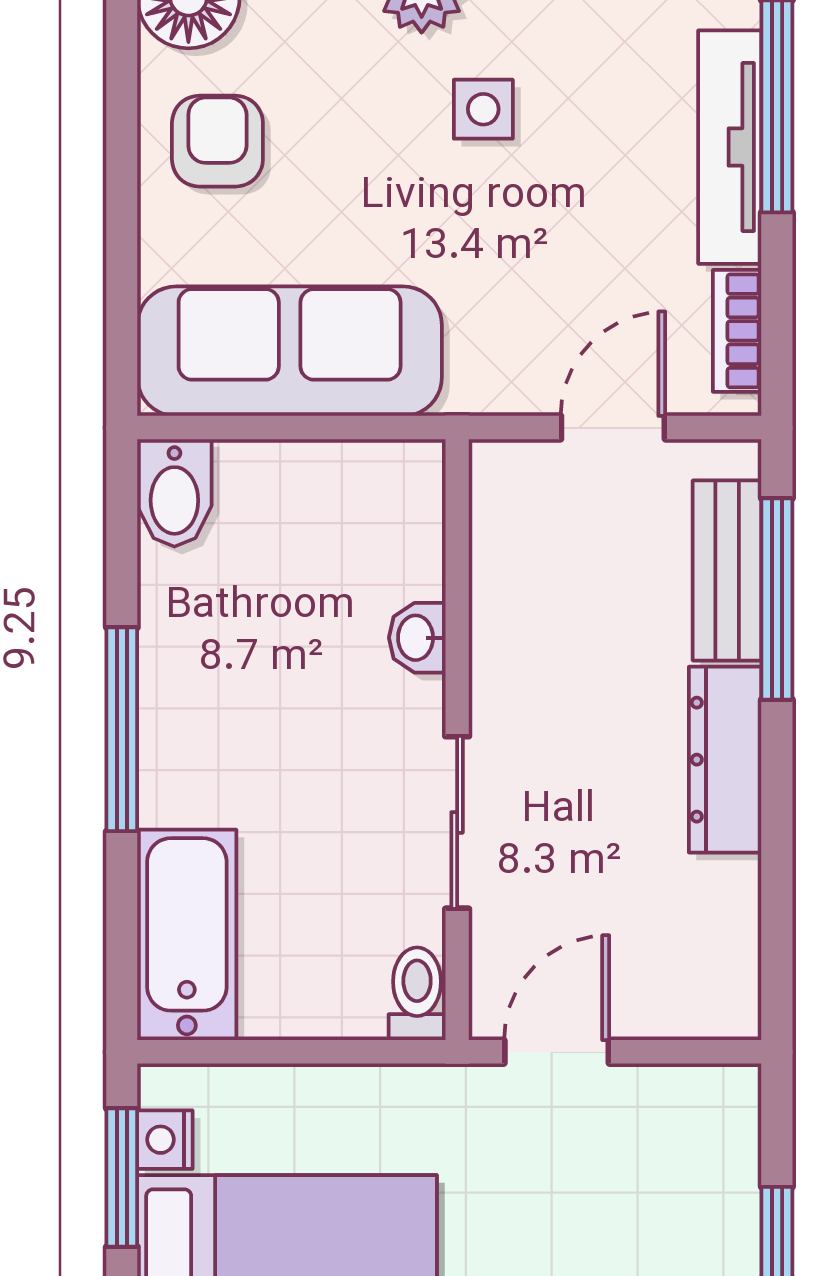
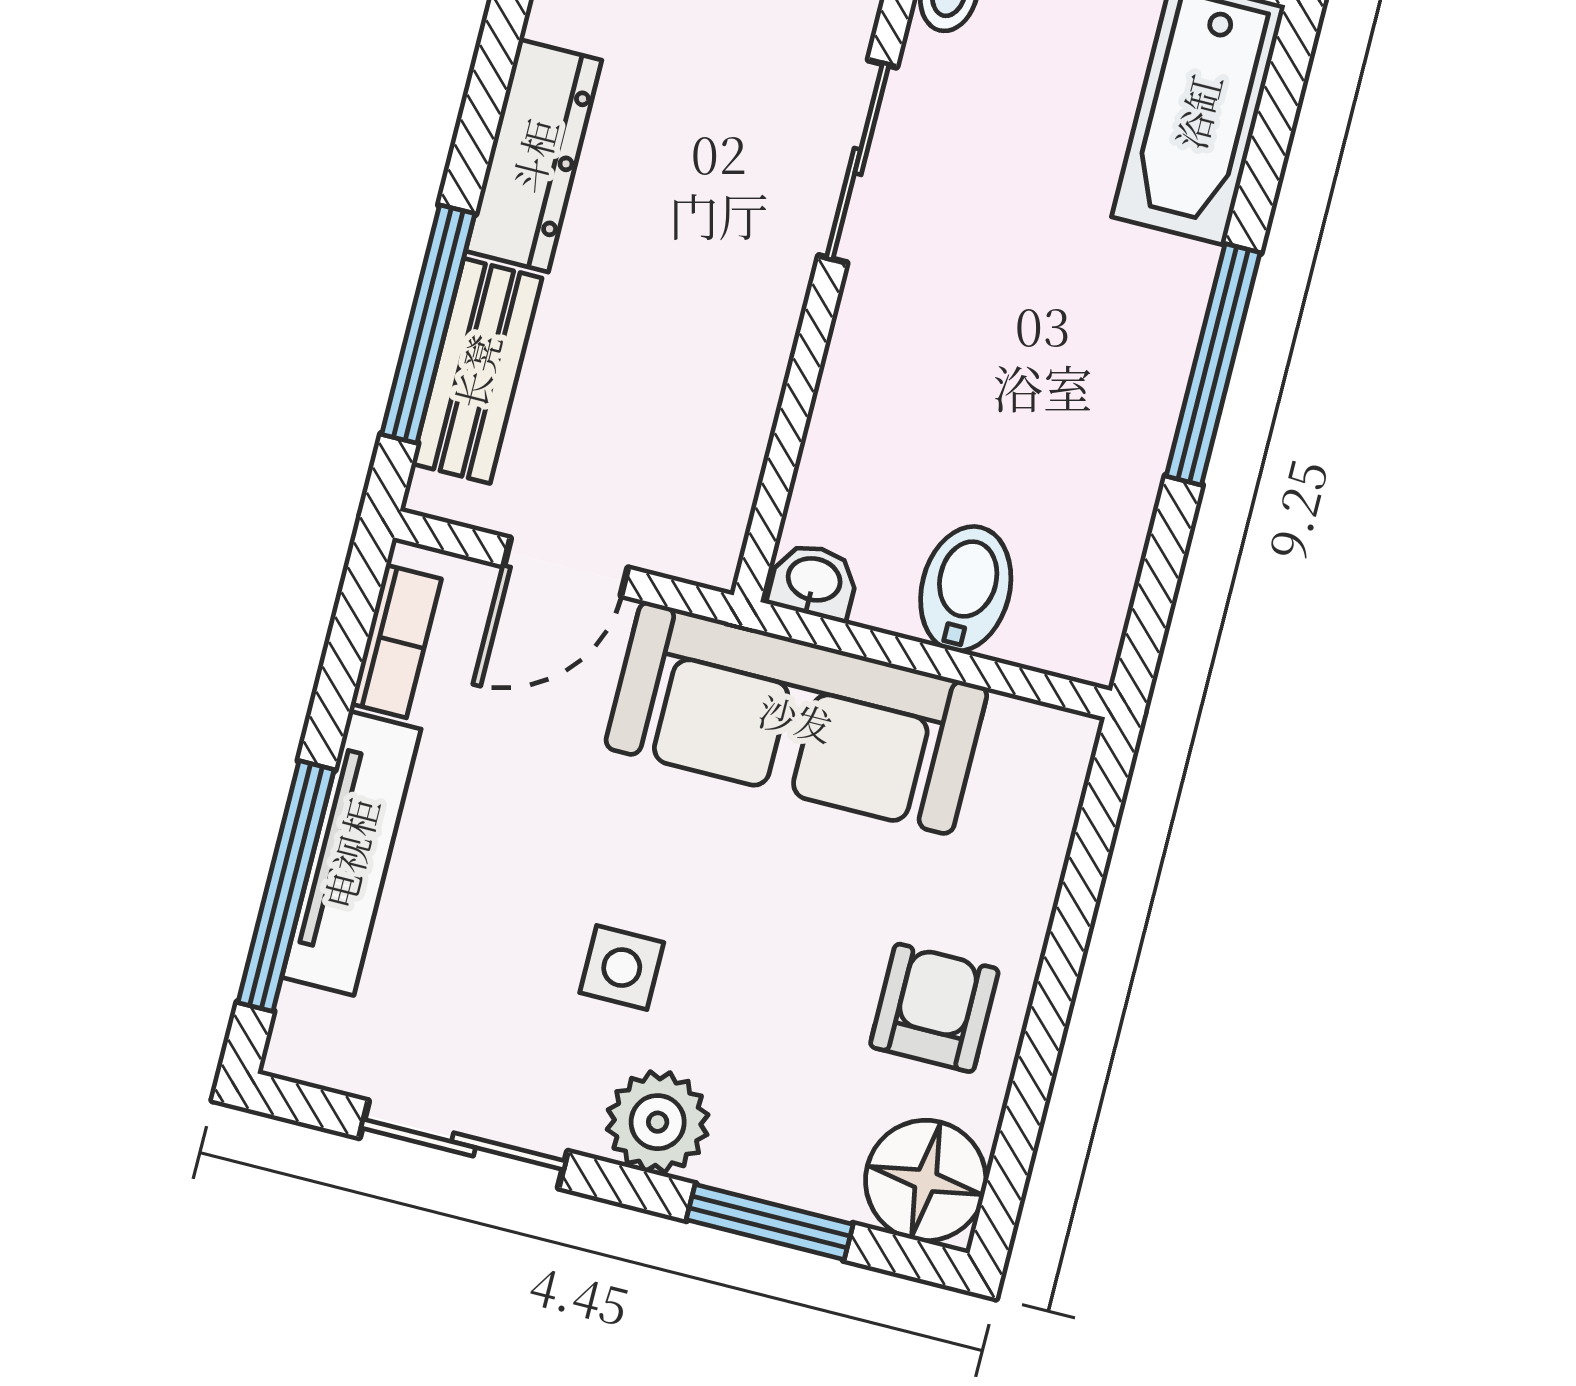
armchair: (217, 141) -> (934, 1008), turned 180
sofa: (290, 351) -> (796, 718), moved
bidet: (174, 493) -> (966, 589), moved
washbasin: (417, 638) -> (814, 581), moved, turned -90

